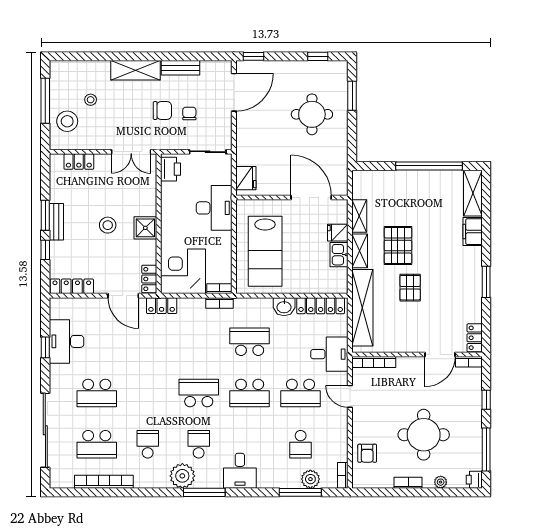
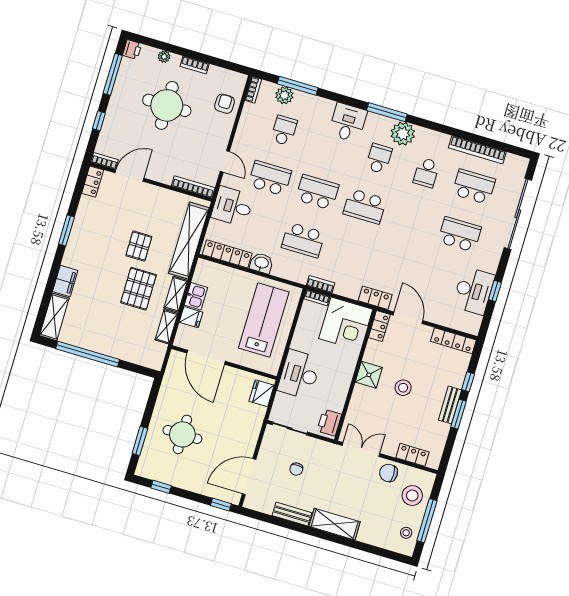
stool: (91, 100) -> (406, 533), moved
chair: (162, 111) -> (389, 473), moved
school desk: (199, 444) -> (379, 159), turned 180

